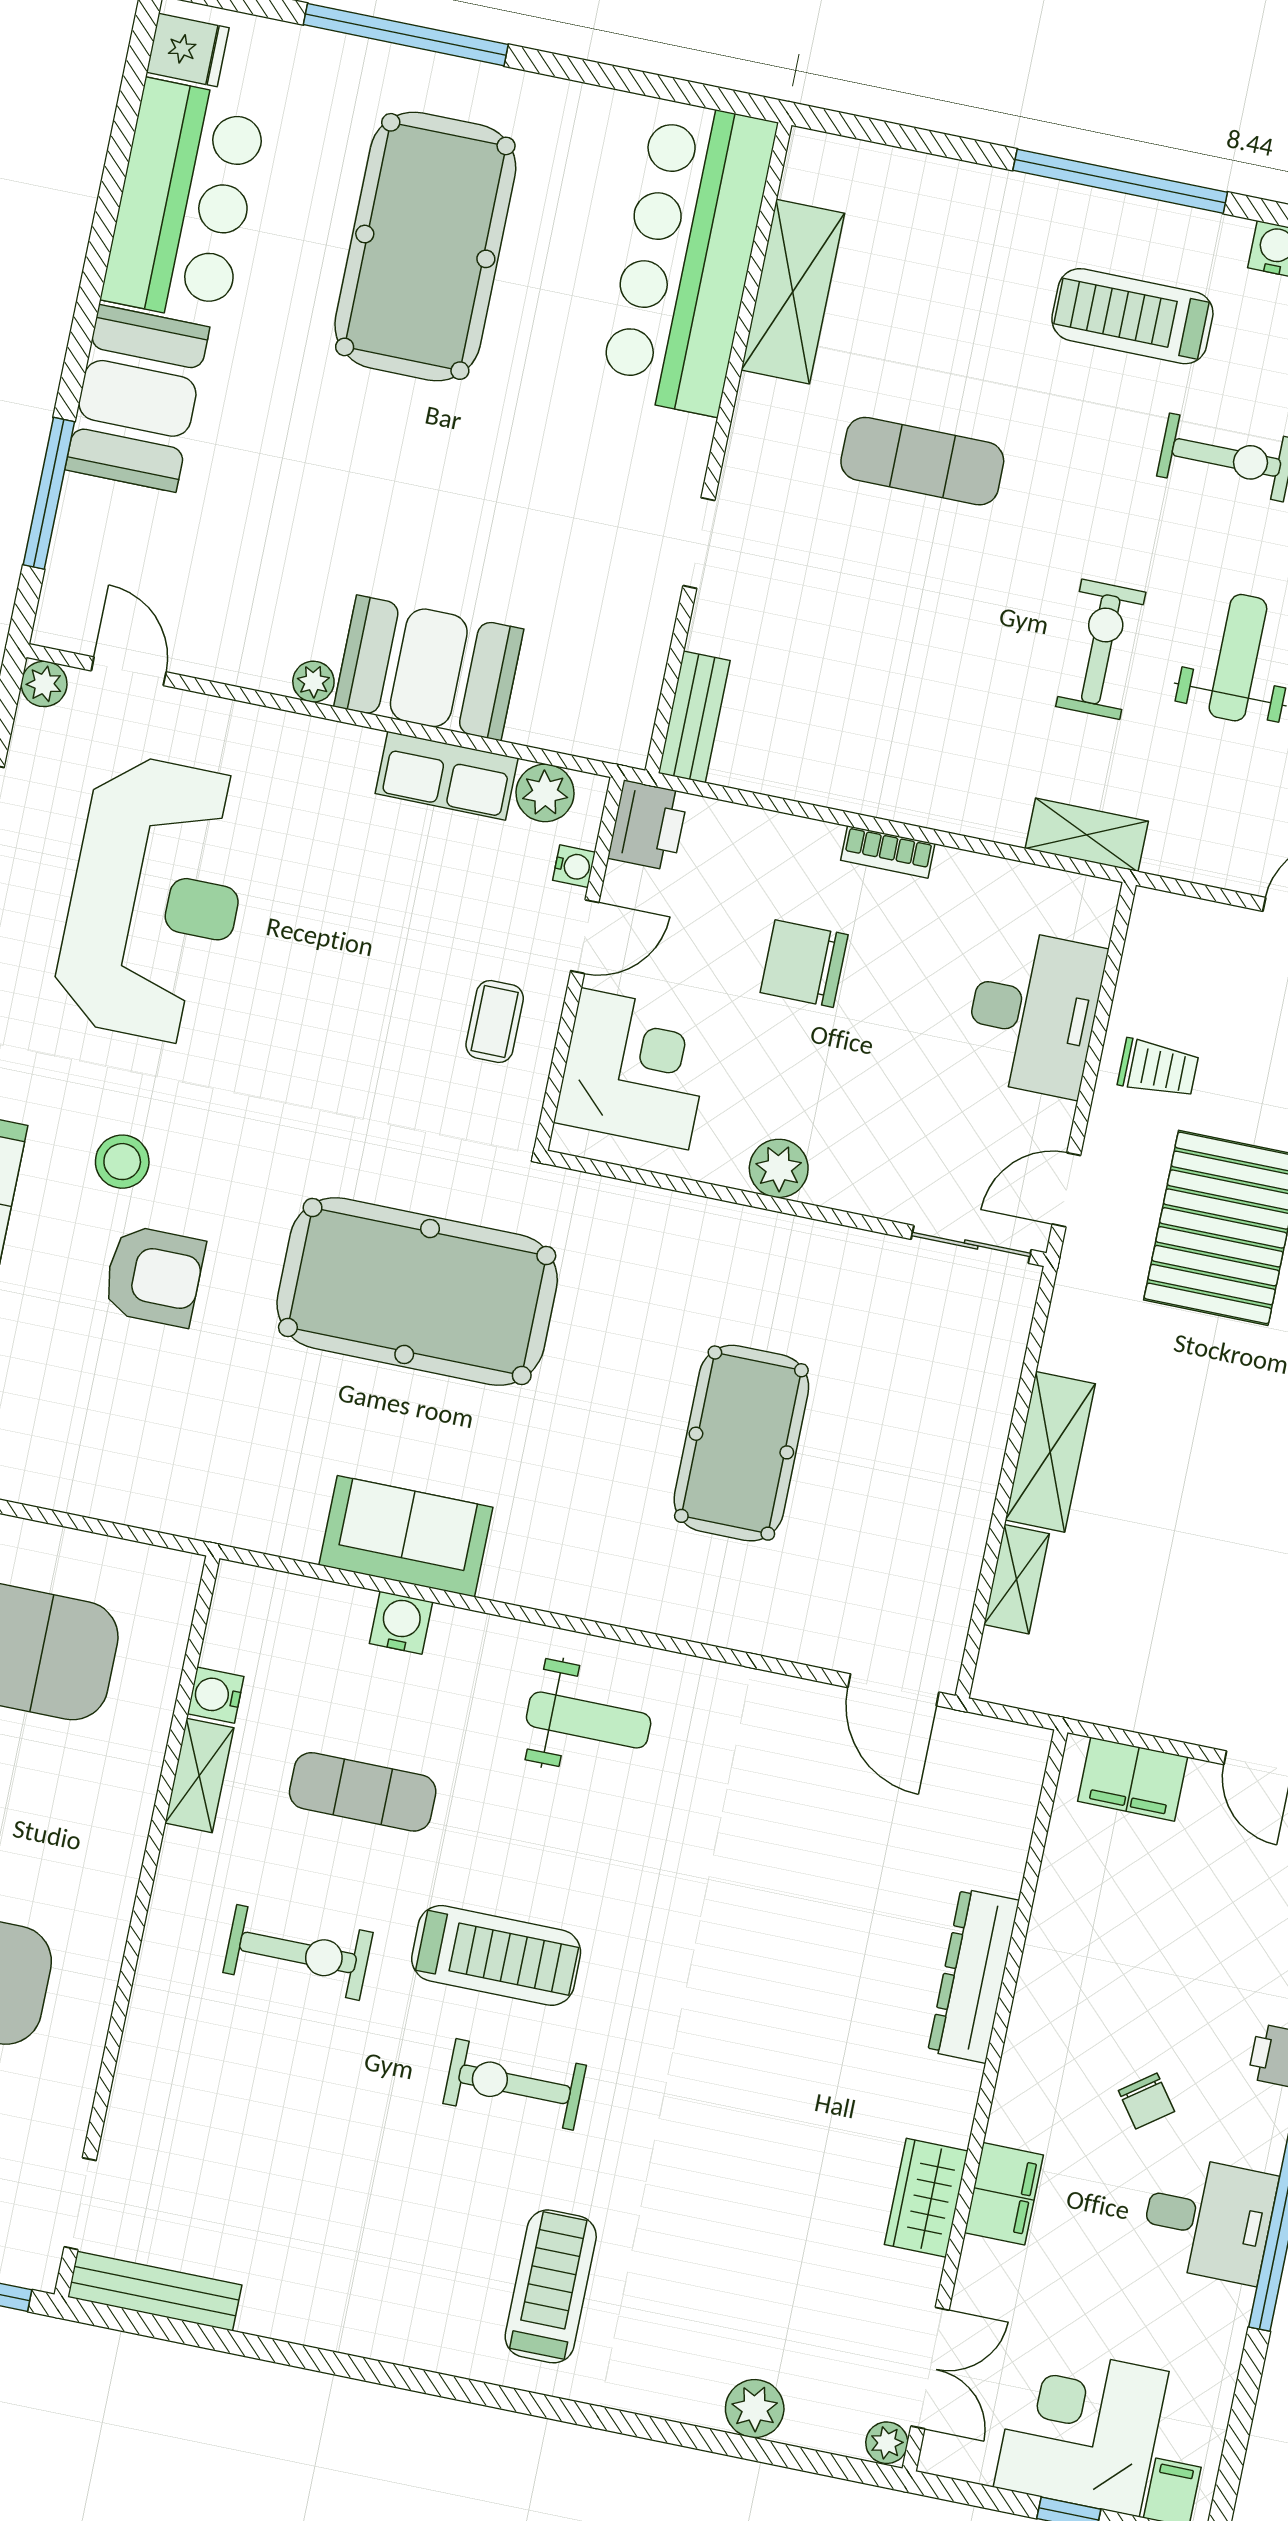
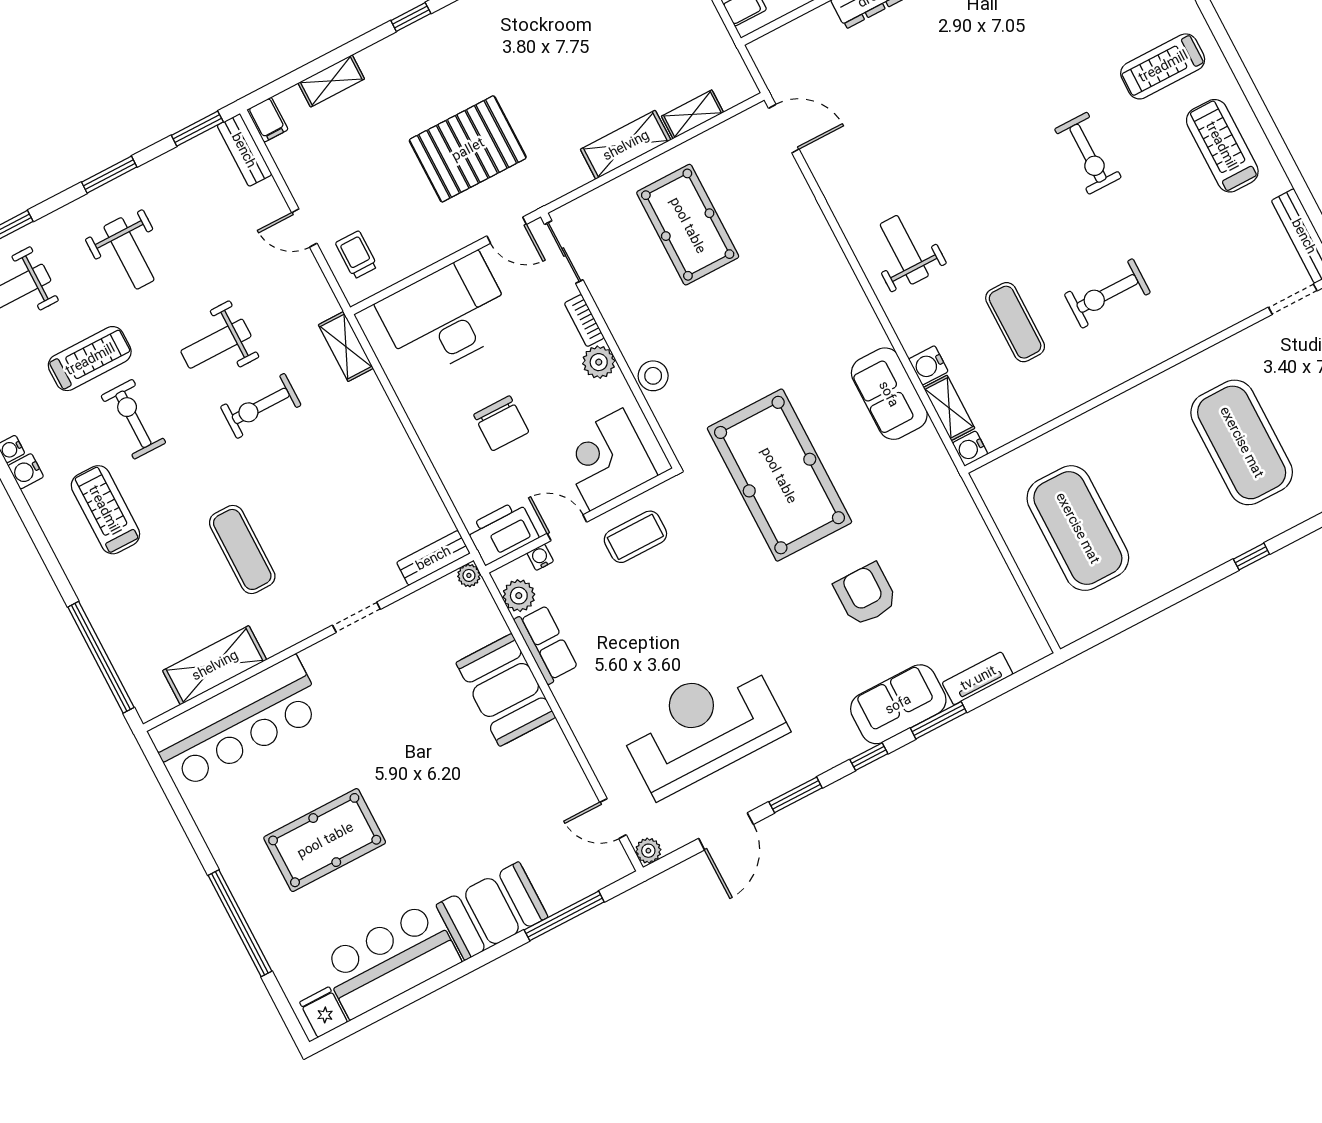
window: (1120, 181) -> (101, 657), moved
pool table: (425, 246) -> (325, 840), width x0.73, depth x0.76
treadmill: (1132, 316) -> (105, 510), turned 180
door: (129, 671) -> (613, 819), hinge flipped
plant: (313, 682) -> (469, 575), moved
printer: (648, 826) -> (502, 532), width x1.37, depth x1.19
bookcase: (888, 852) -> (584, 321), moved, turned 180
desk: (1034, 1013) -> (446, 316), width x1.36, depth x1.30
coffee table: (495, 1021) -> (635, 537), width x1.36, depth x1.30
trolley: (1158, 1068) -> (356, 255), moved
stool: (122, 1162) -> (653, 376), moved
pool table: (741, 1443) -> (688, 225), moved, turned 90
door: (893, 1690) -> (784, 129), hinge flipped
water cooler: (216, 1695) -> (970, 448), moved, turned 90
shelving: (199, 1775) -> (949, 408), moved, turned 90
exercise bike: (298, 1952) -> (1107, 293), turned -90
treadmill: (496, 1955) -> (1222, 146), moved

